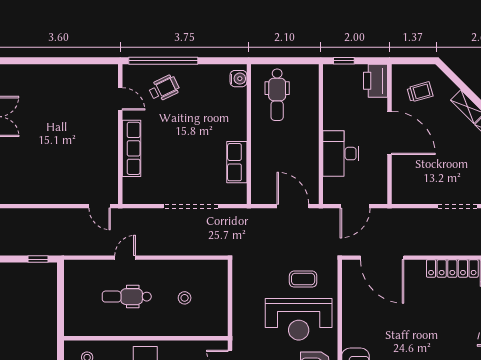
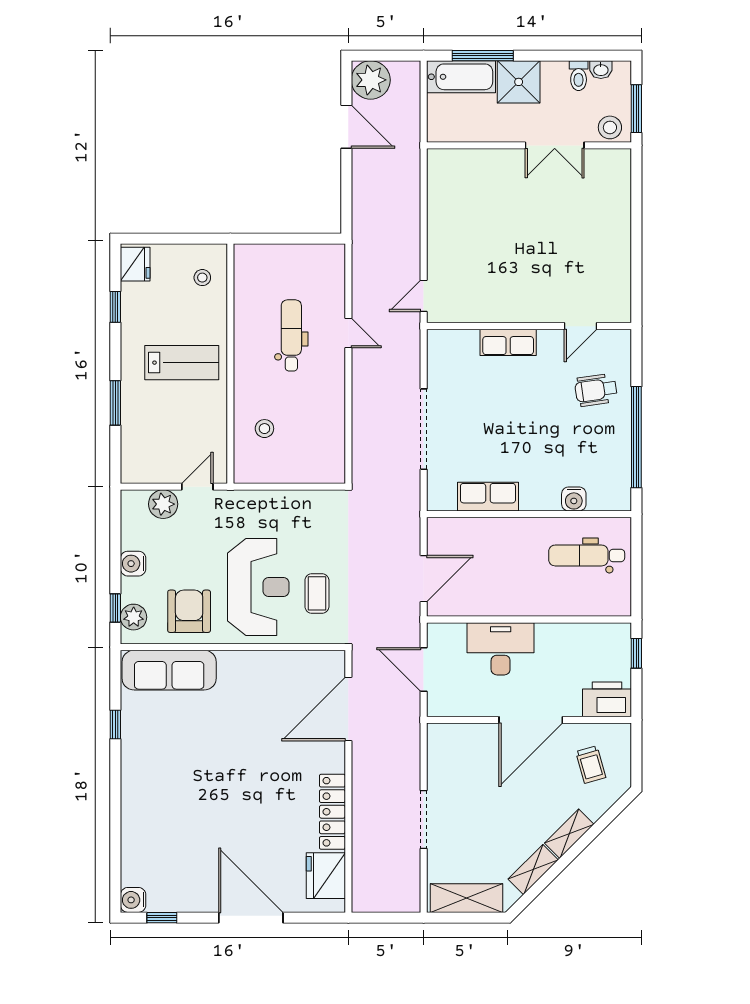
window: (163, 61) -> (636, 437), moved
water cooler: (239, 79) -> (574, 499), moved
wheelchair: (164, 88) -> (596, 390), turned 108
row of seats: (131, 148) -> (508, 342), width x0.68
window: (38, 259) -> (346, 206), removed
stool: (185, 298) -> (264, 429), moved
reception desk: (299, 319) -> (258, 587), turned 180

